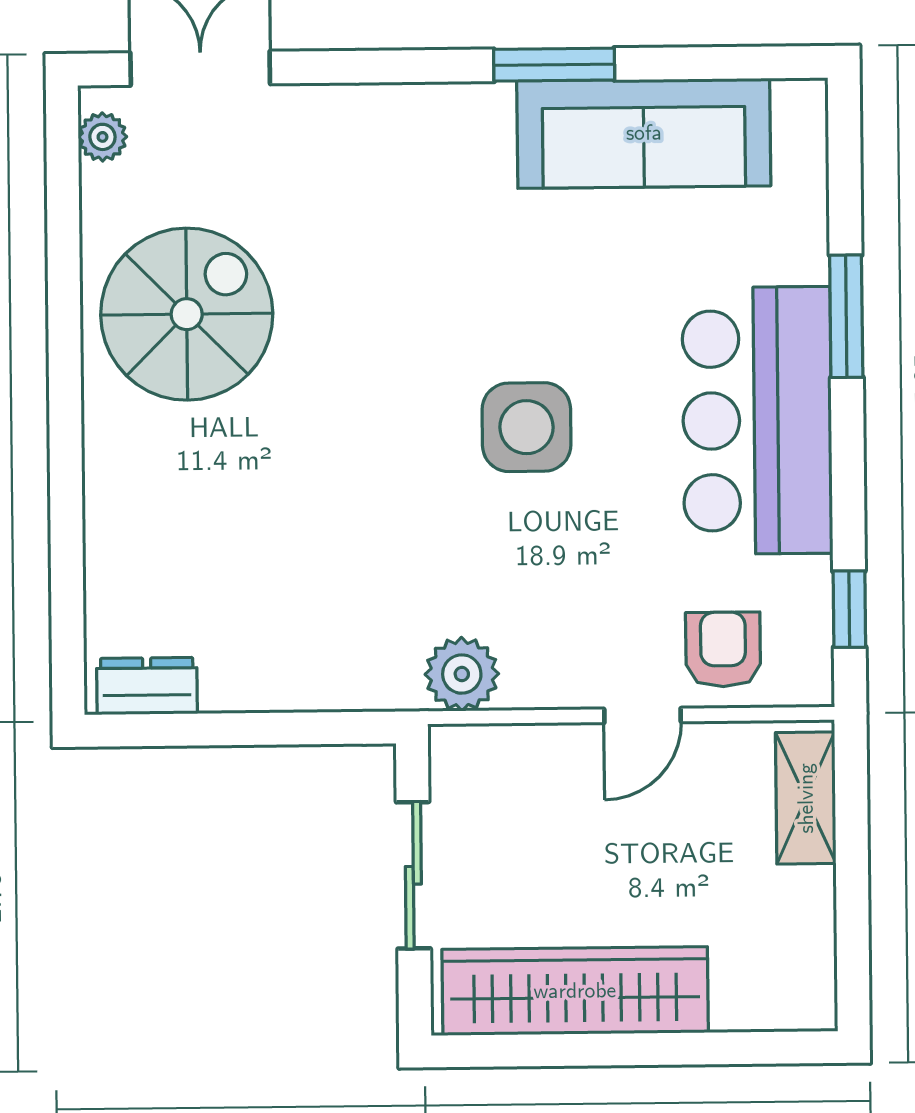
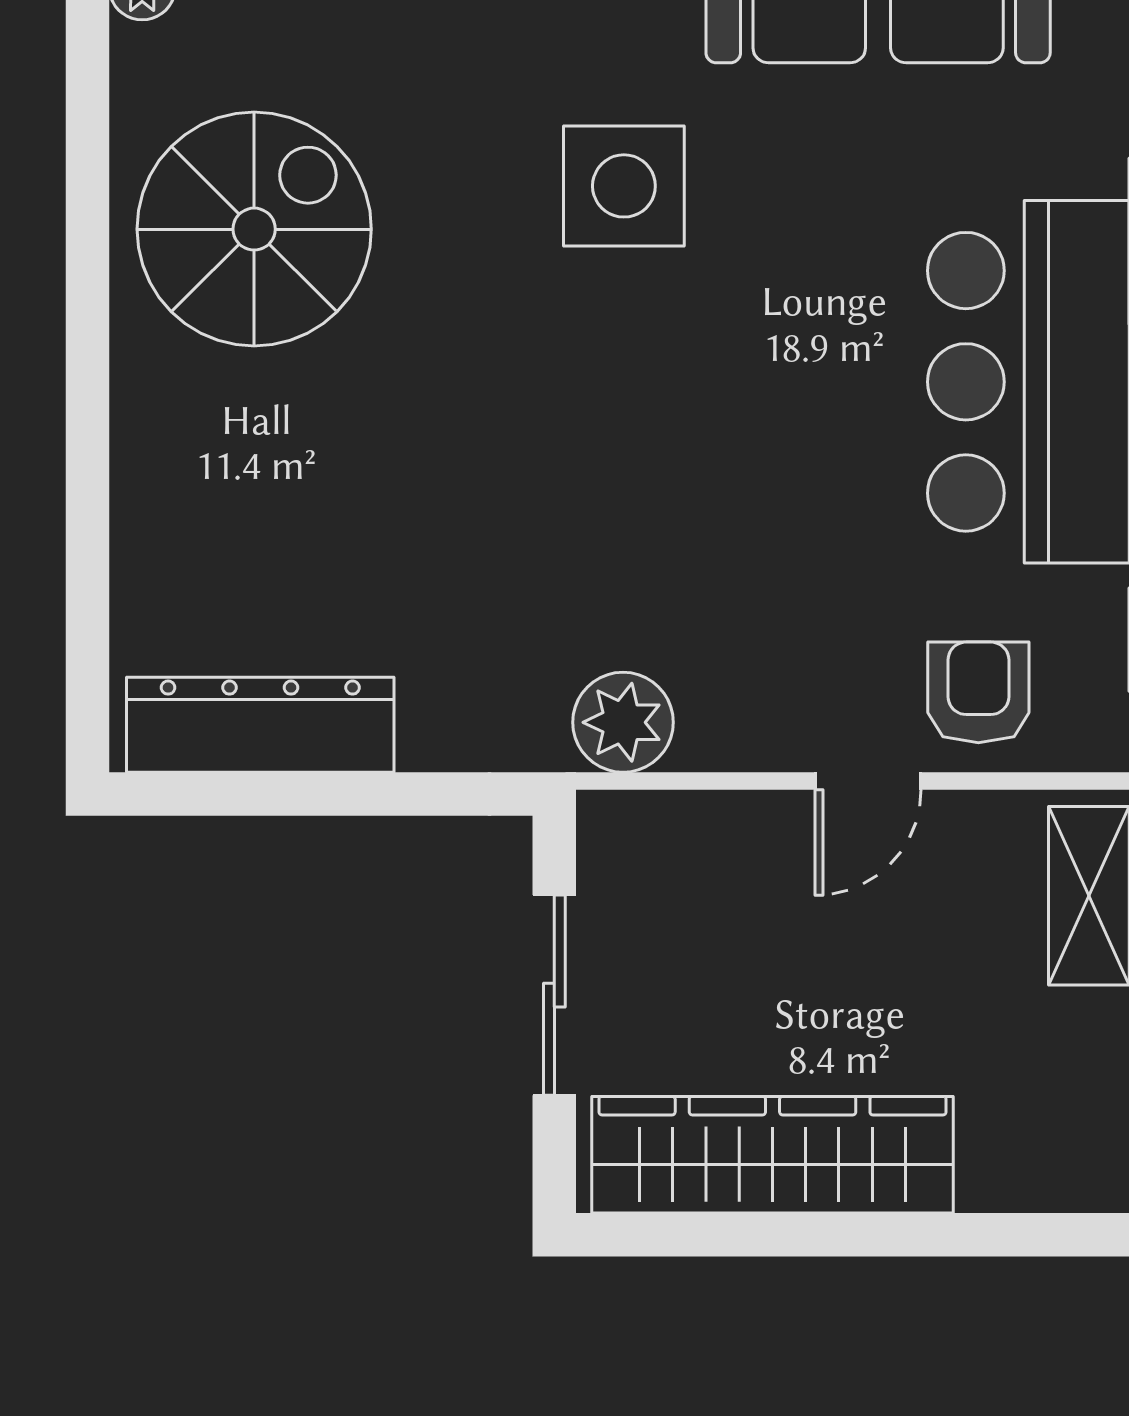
side table: (526, 427) -> (624, 186), moved
dresser: (147, 686) -> (260, 725), width x1.96, depth x1.24

